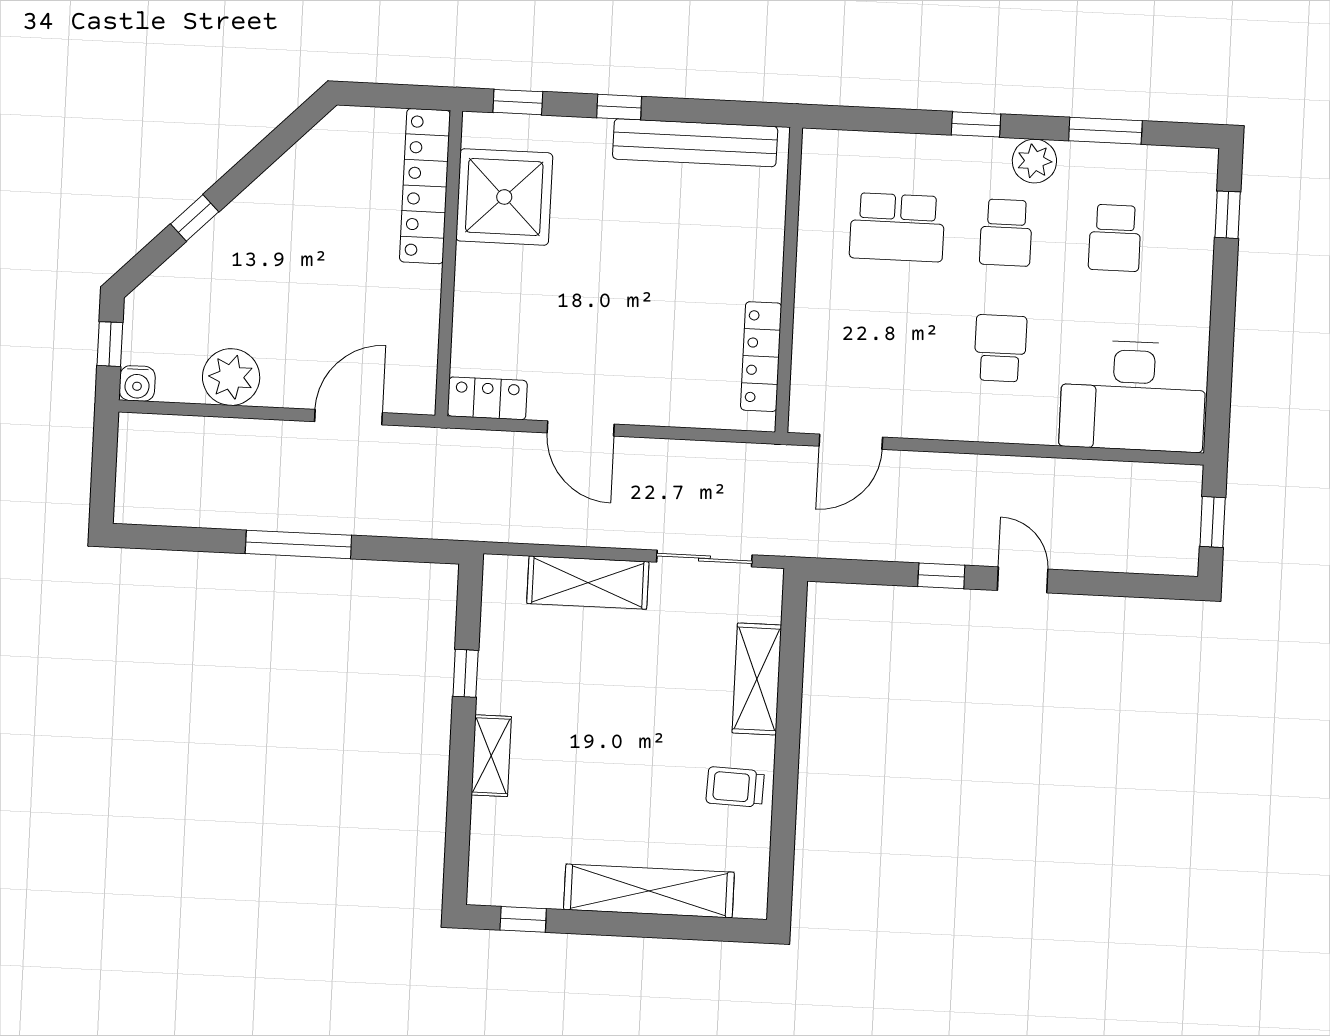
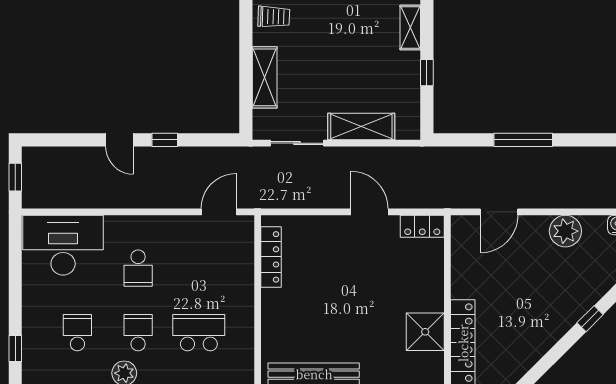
shower: (504, 197) -> (425, 332), width x0.73, depth x0.73

